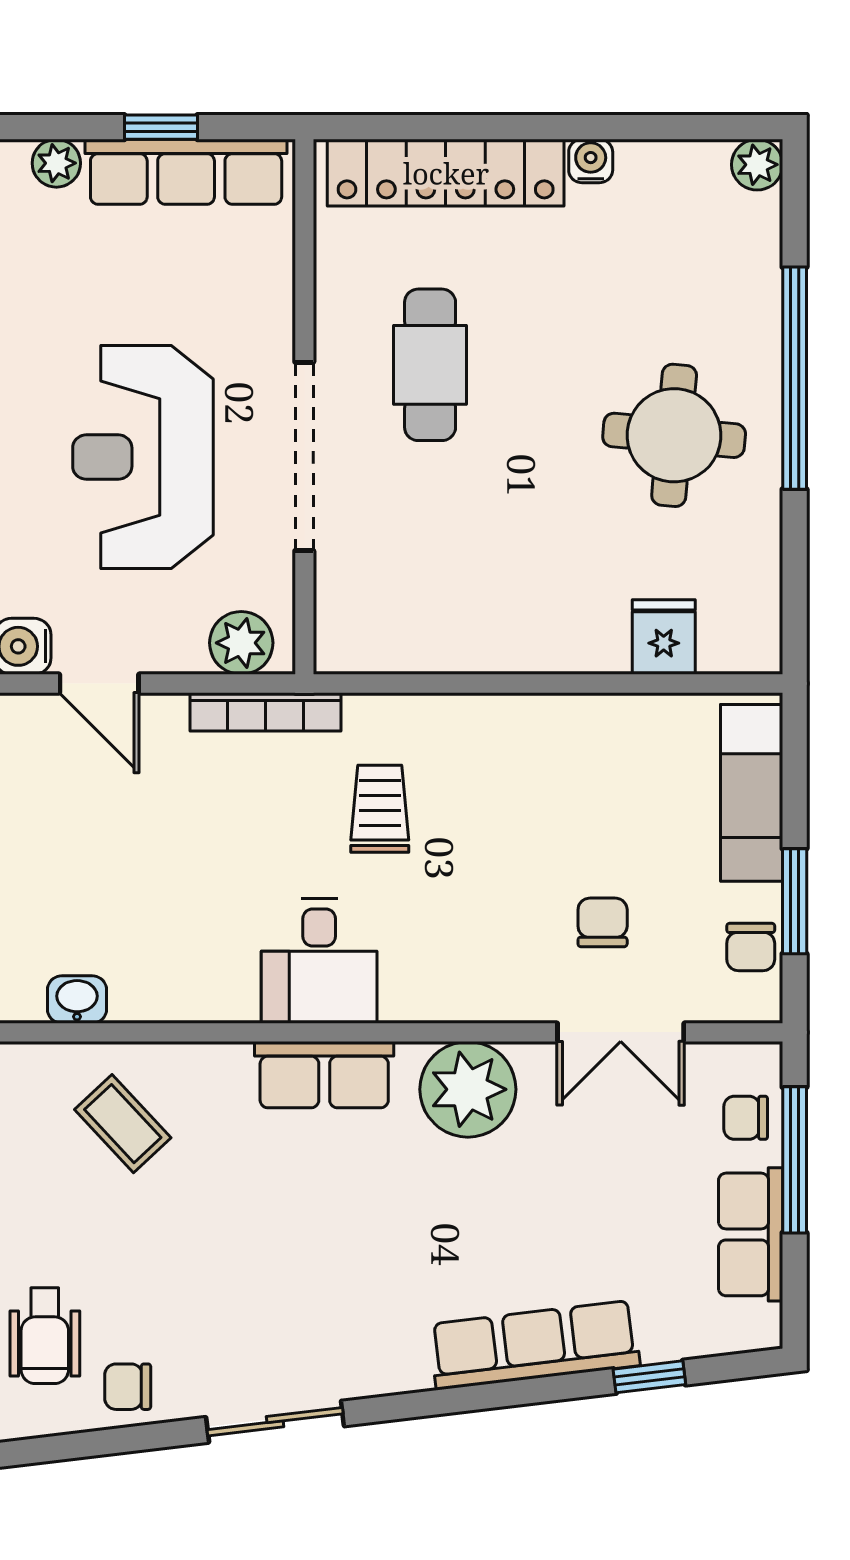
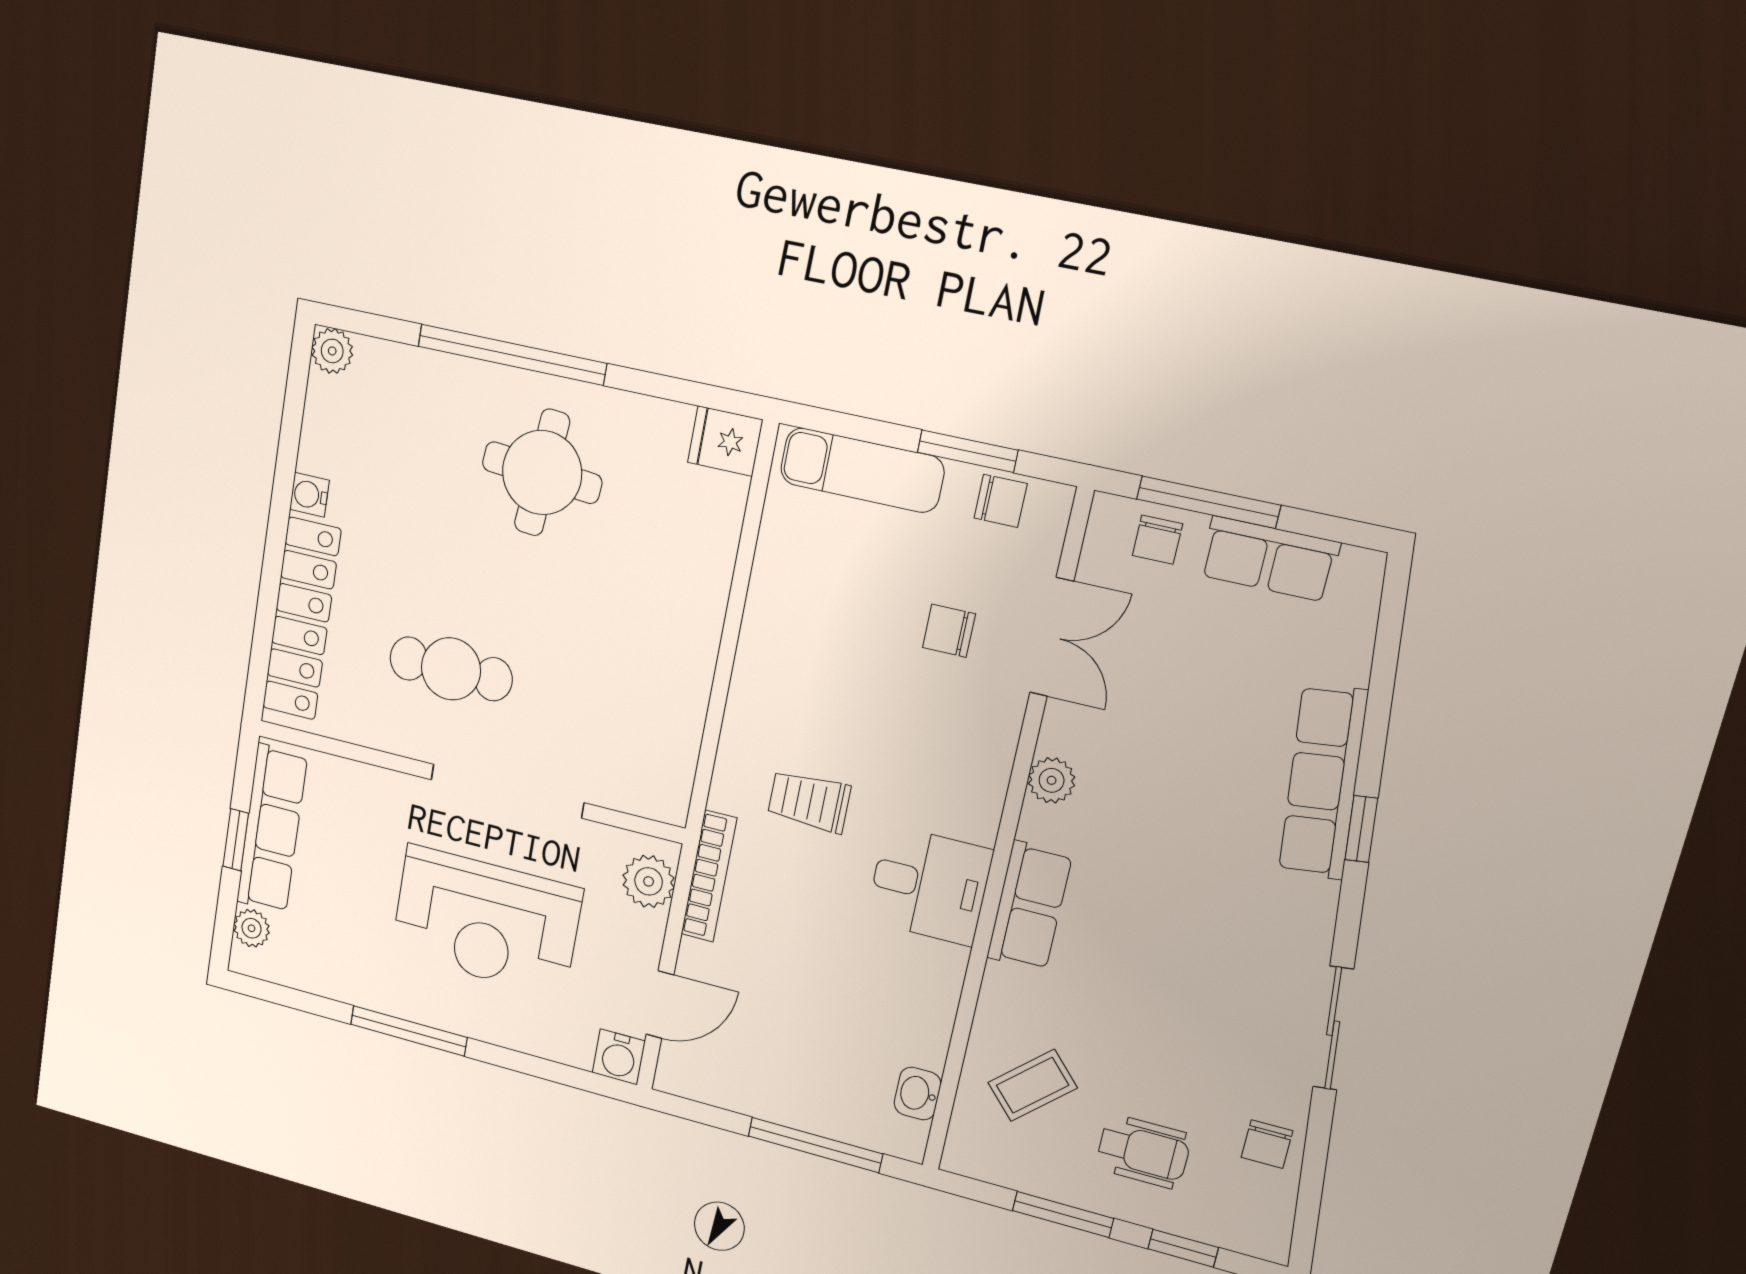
fridge: (664, 637) -> (725, 441), moved
plant: (468, 1089) -> (1052, 780), width x0.53, depth x0.53
wheelchair: (45, 1336) -> (1143, 1151), moved
window: (649, 1377) -> (1361, 829), moved

